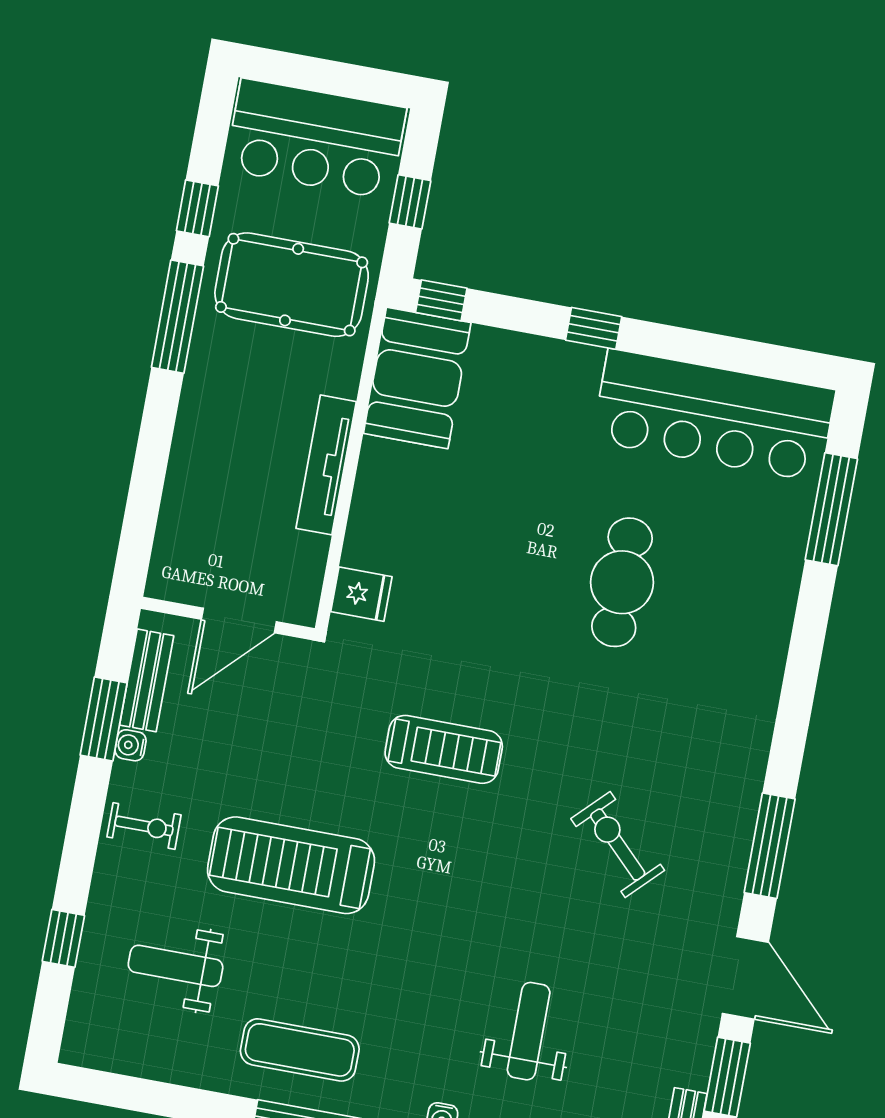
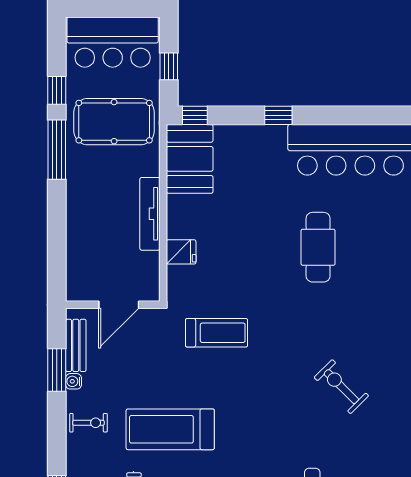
fridge: (361, 594) -> (181, 252), moved
treadmill: (444, 749) -> (217, 333), moved

